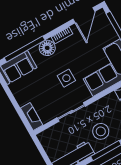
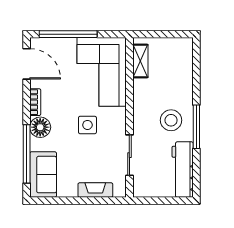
sliding door: (71, 112) -> (129, 155), moved
fireplace: (32, 117) -> (95, 190), moved

